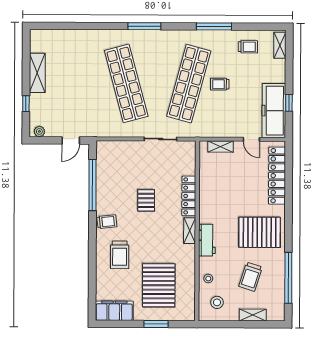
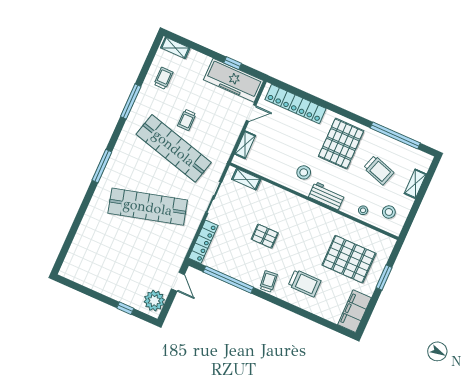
shelving: (37, 73) -> (101, 285), removed
plant: (39, 131) -> (154, 301), width x1.88, depth x1.88
locker: (189, 196) -> (203, 242), moved, turned -90
stool: (219, 210) -> (304, 172), added
shelving: (190, 231) -> (246, 179), moved

